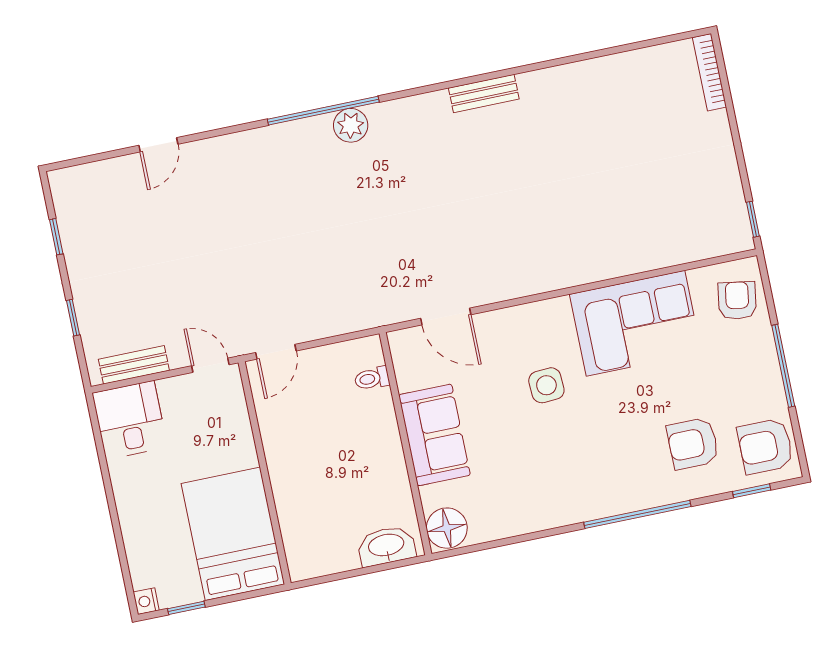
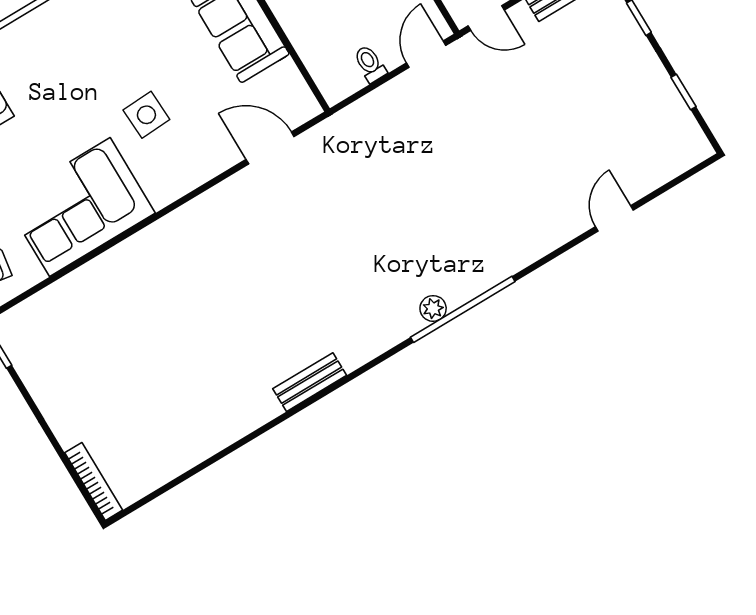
plant: (351, 125) -> (433, 308), width x0.73, depth x0.73
toilet: (372, 378) -> (370, 64), moved, turned -90

